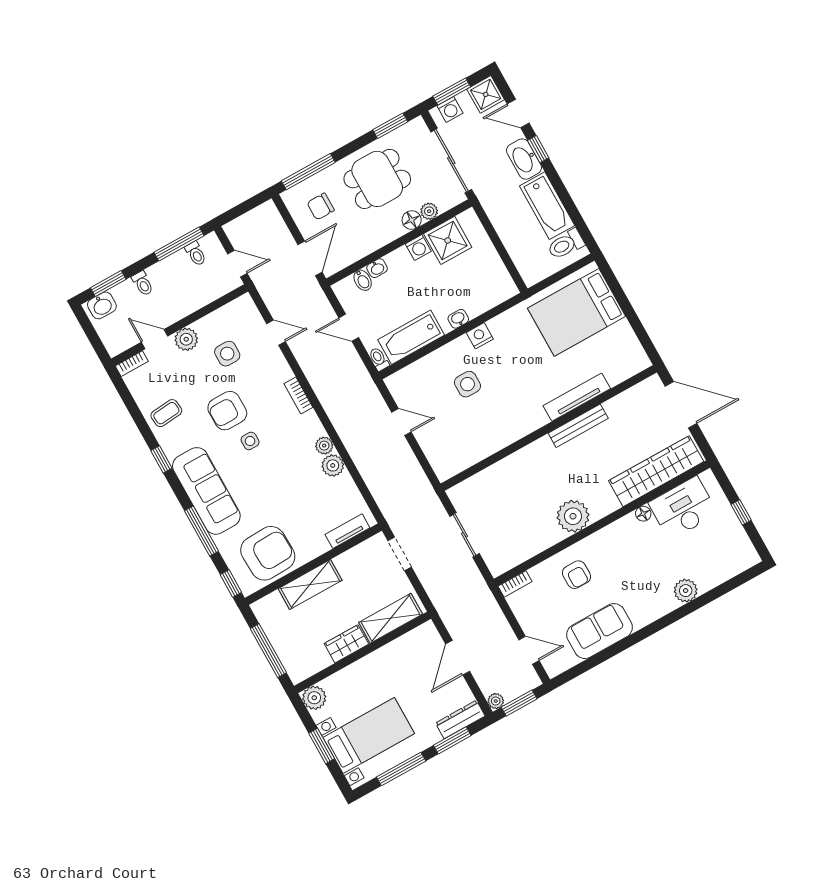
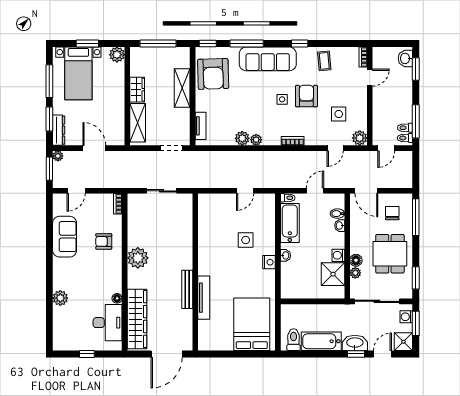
toilet: (143, 283) -> (405, 138), moved
plant: (186, 339) -> (360, 138), moved

